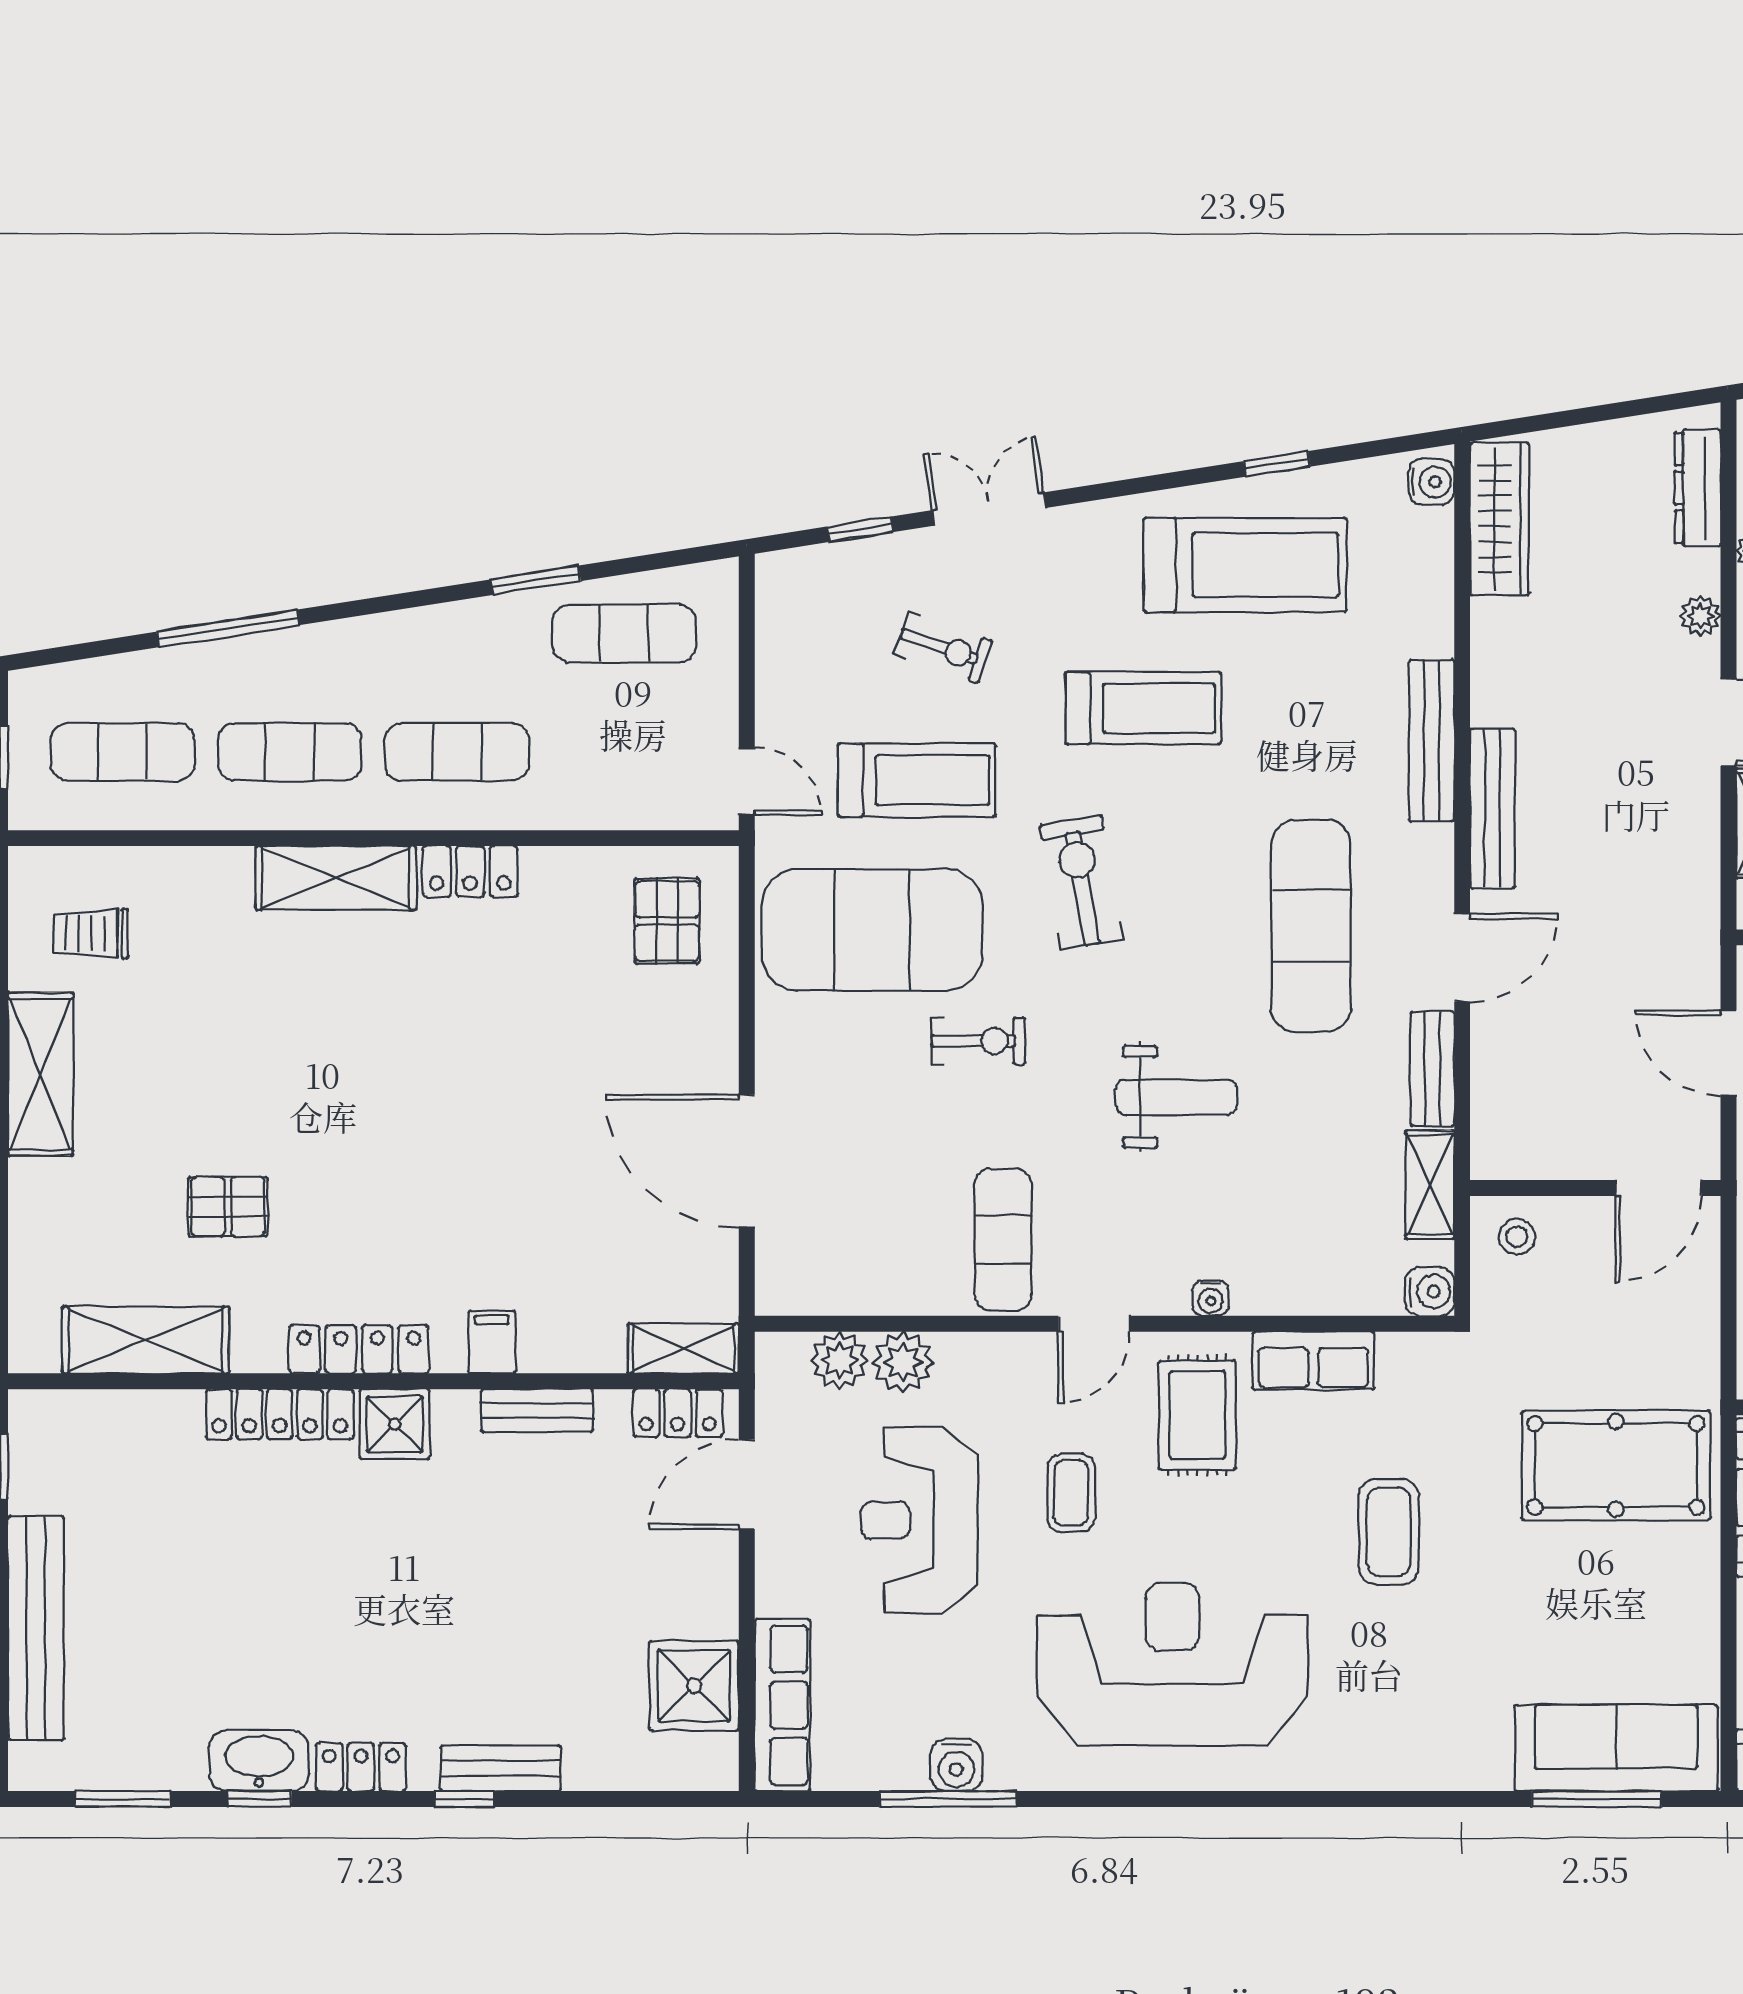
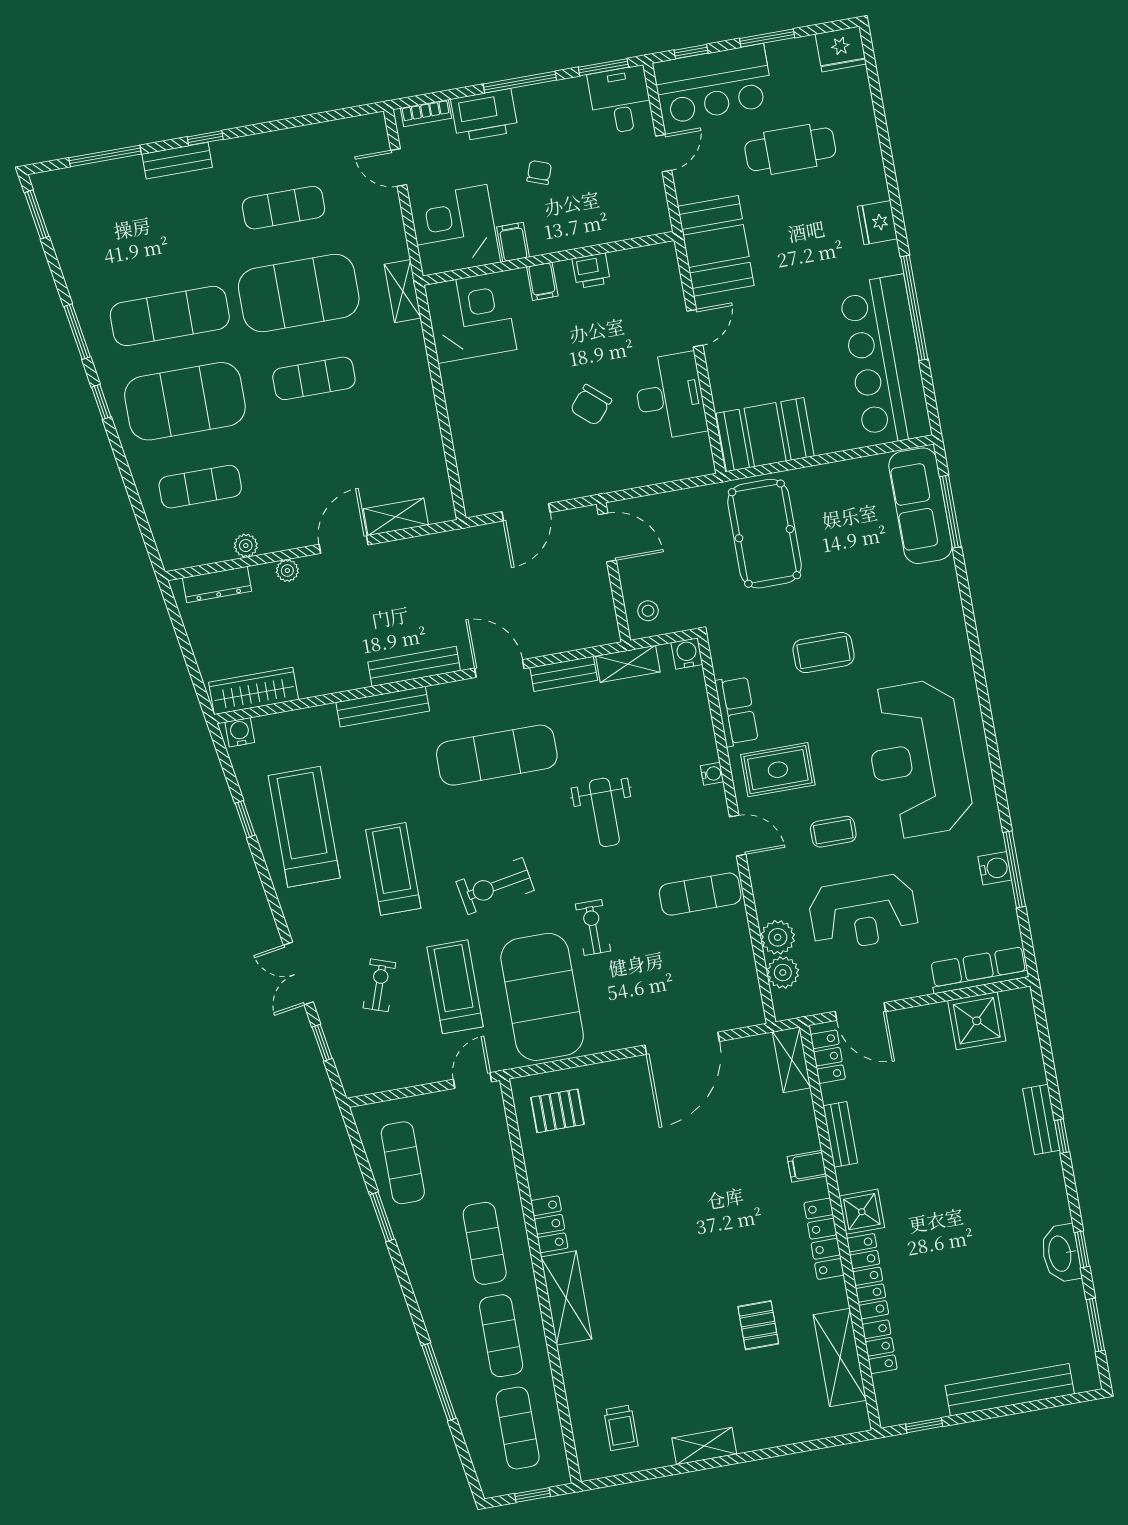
shelving: (41, 1074) -> (704, 1446), width x0.67, depth x0.75
weight bench: (1176, 1097) -> (604, 812), turned 180
locker: (361, 1767) -> (880, 1347), moved, turned 180

